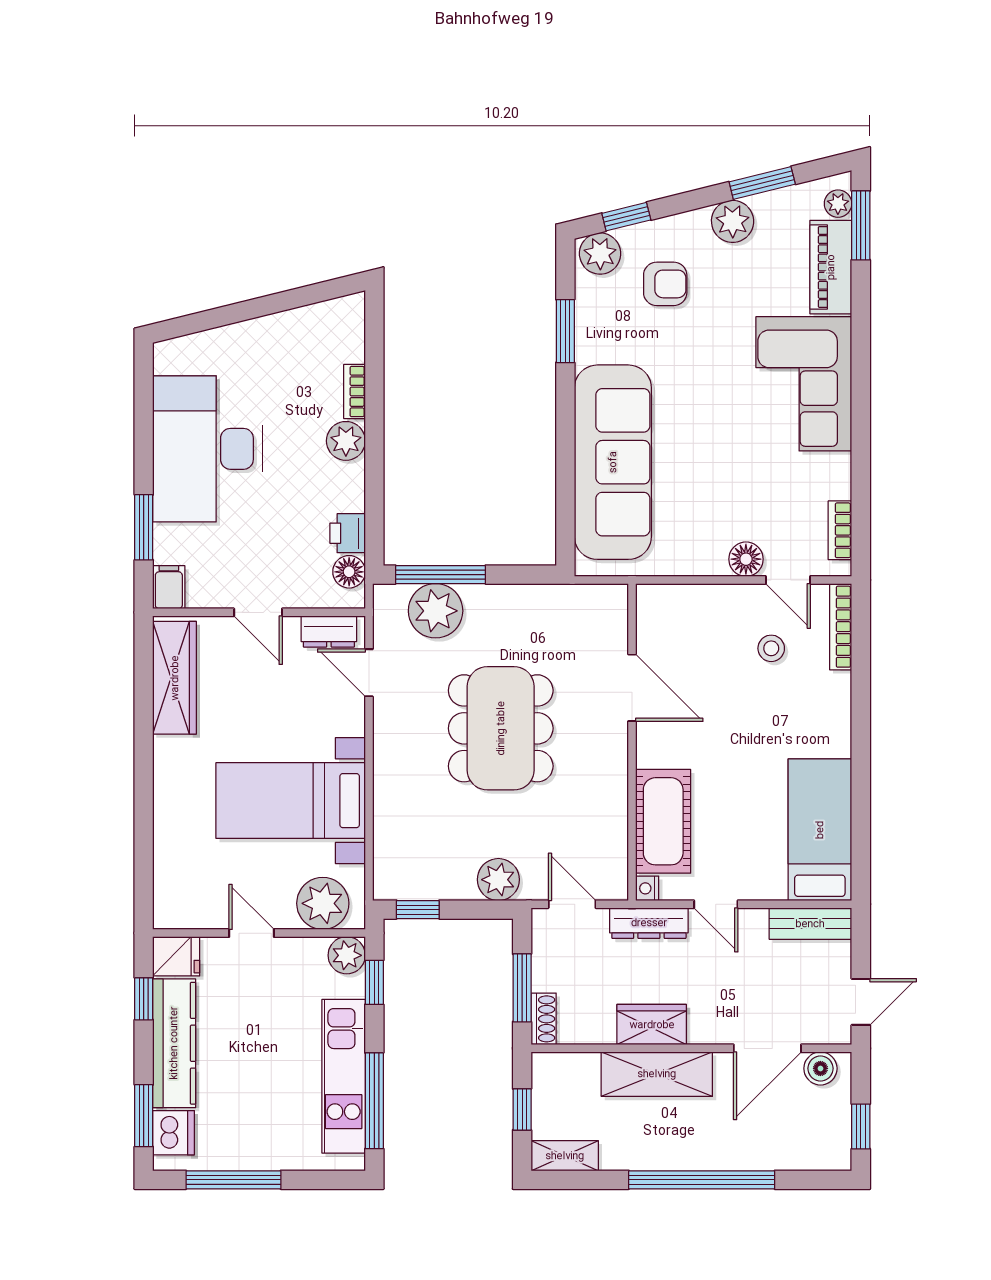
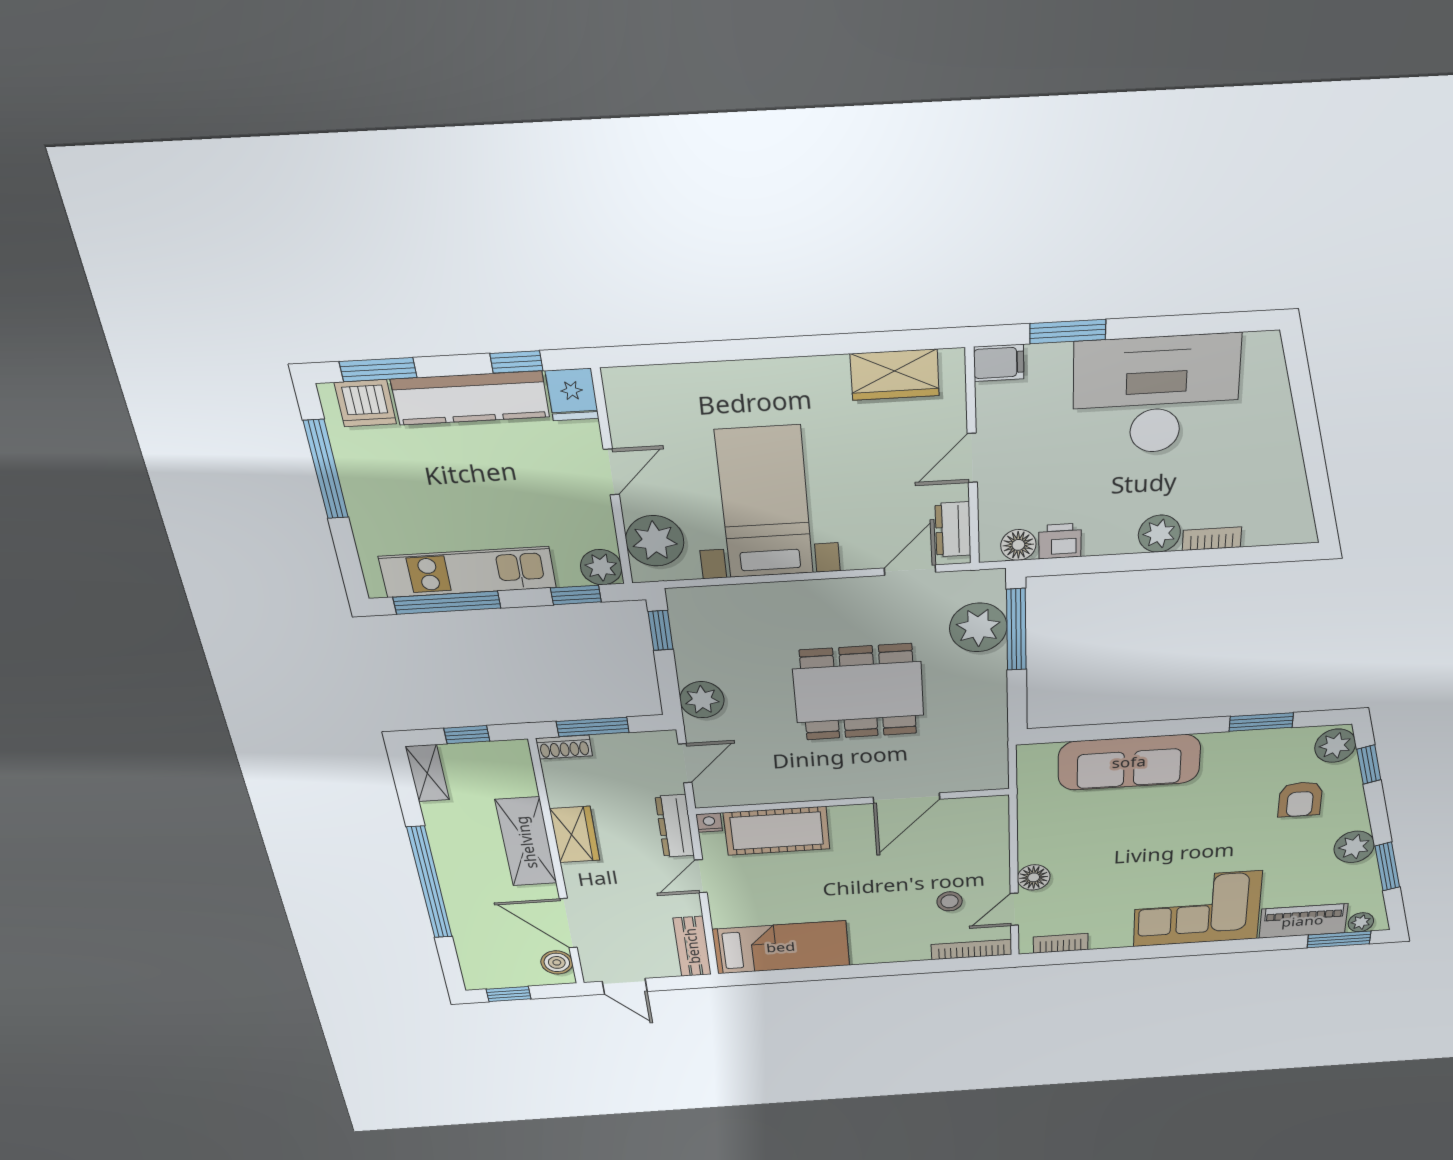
sofa: (613, 462) -> (1129, 762), width x0.74, depth x0.79
wardrobe: (175, 678) -> (895, 375), width x0.67

